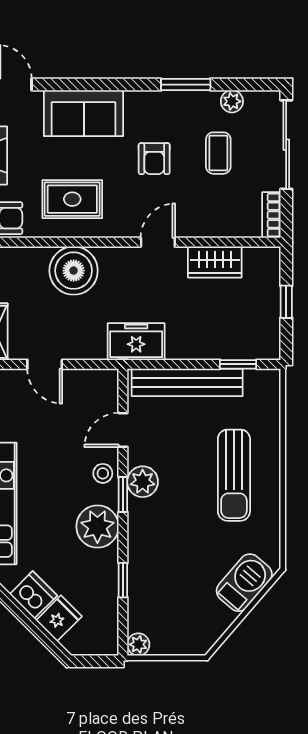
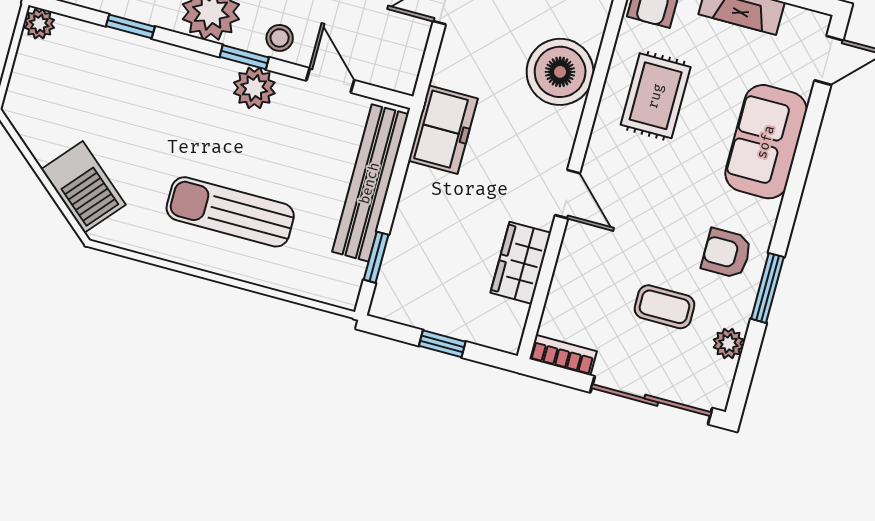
armchair: (154, 159) -> (727, 253), moved

